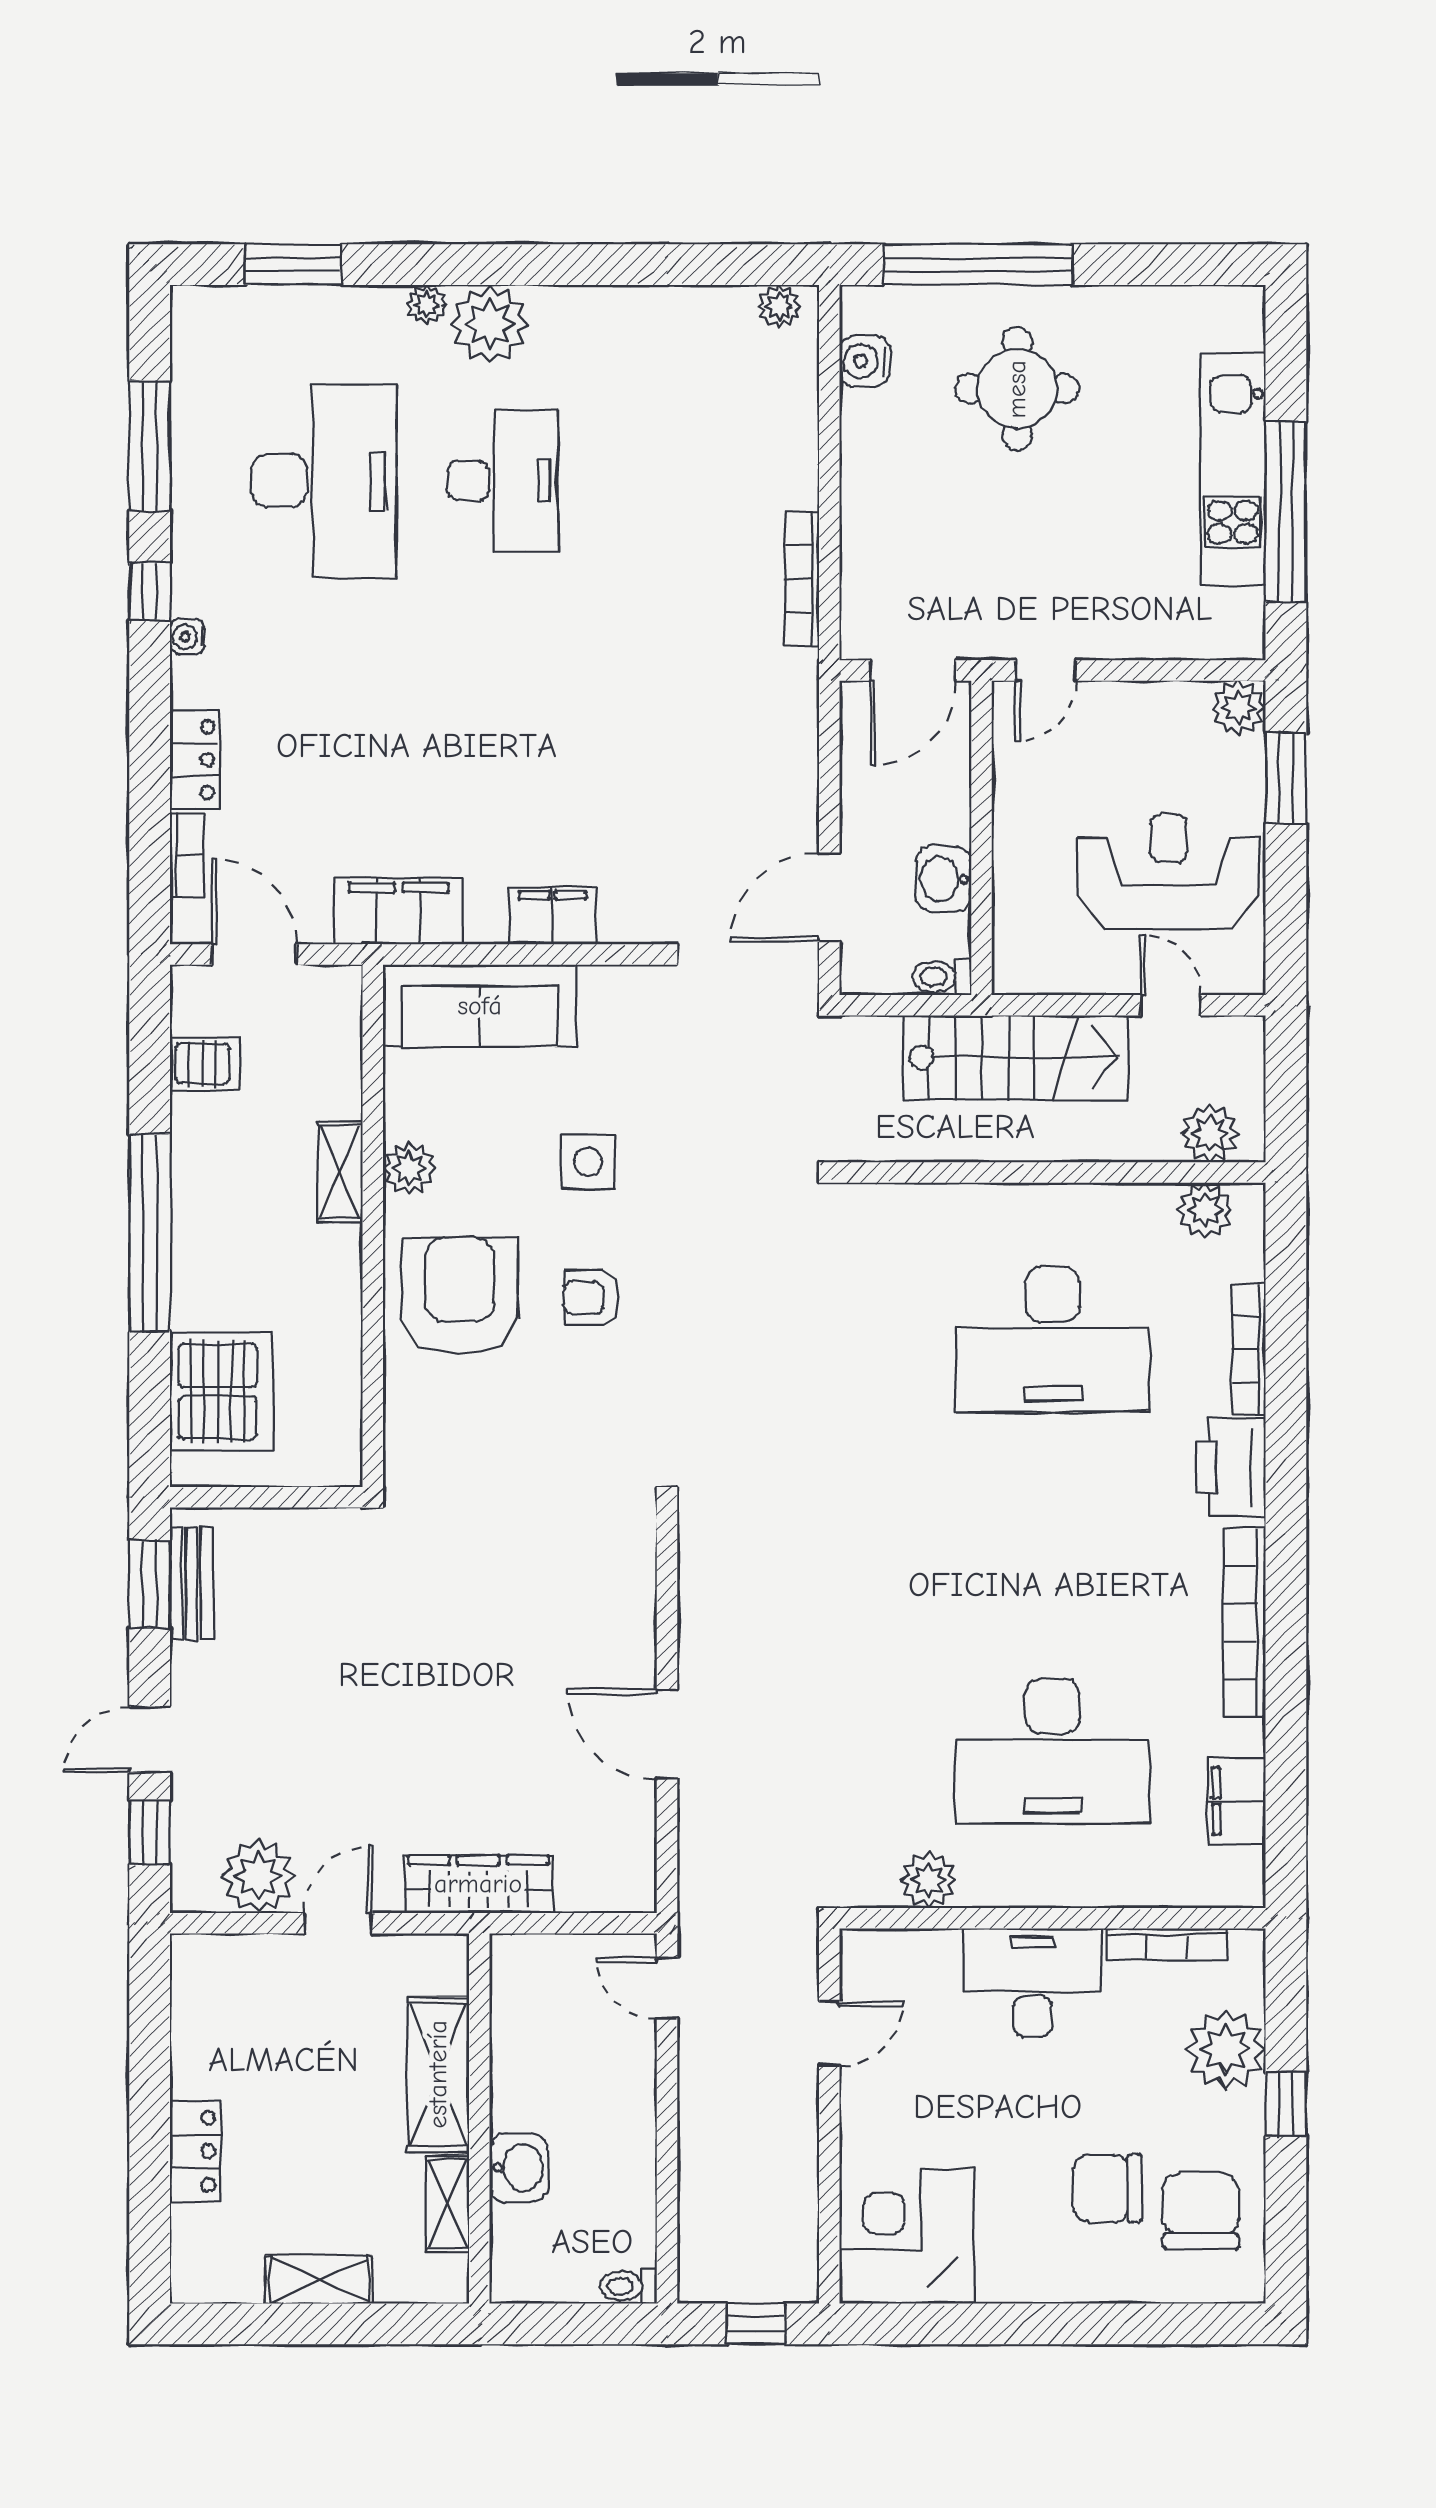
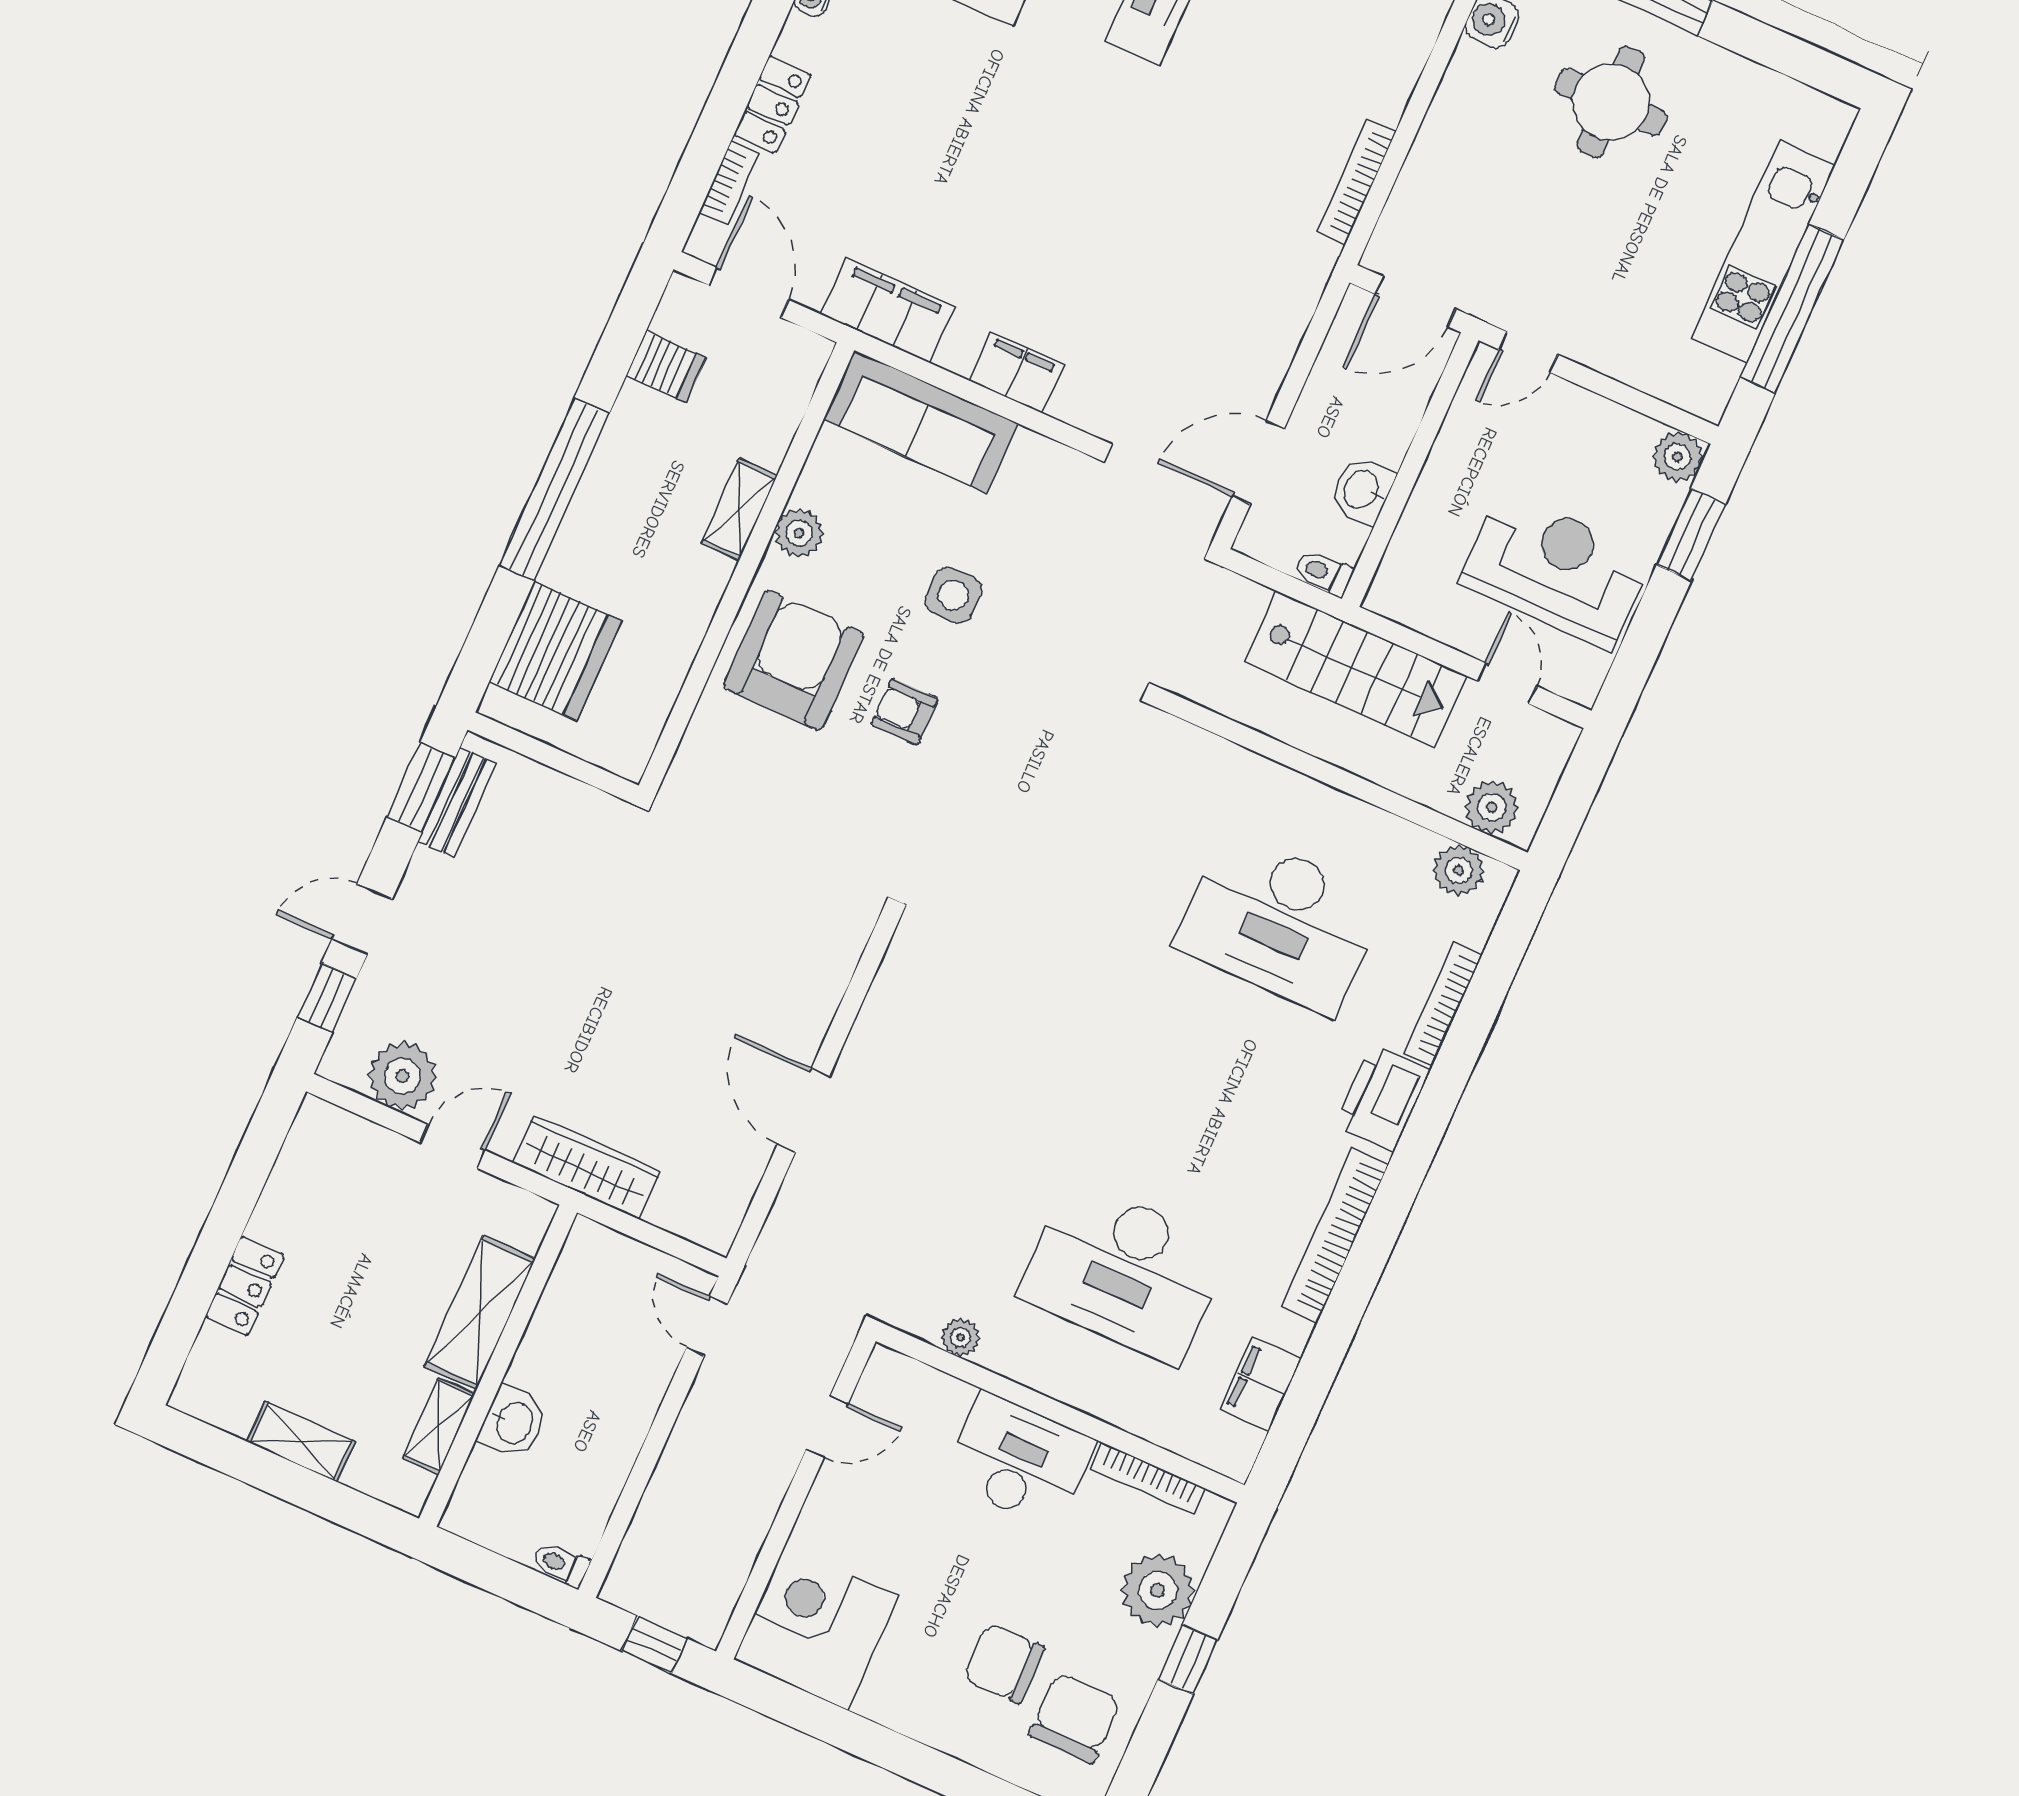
plant: (929, 1880) -> (961, 1338), width x0.73, depth x0.73

